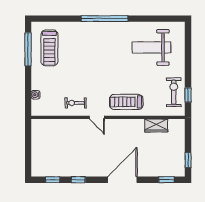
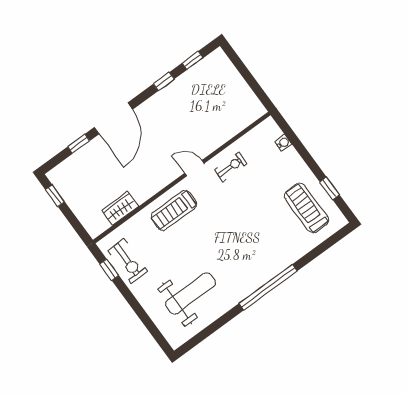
window: (28, 49) -> (330, 188), width x0.46
treadmill: (126, 102) -> (174, 210), turned 180
window: (166, 180) -> (79, 144), moved

